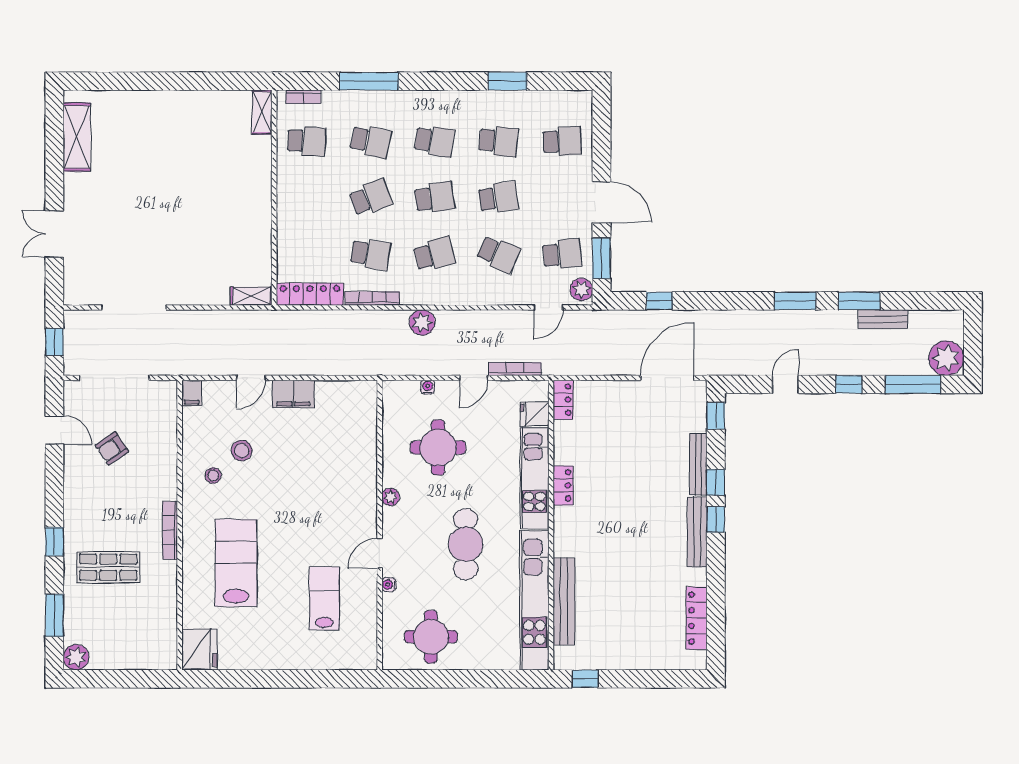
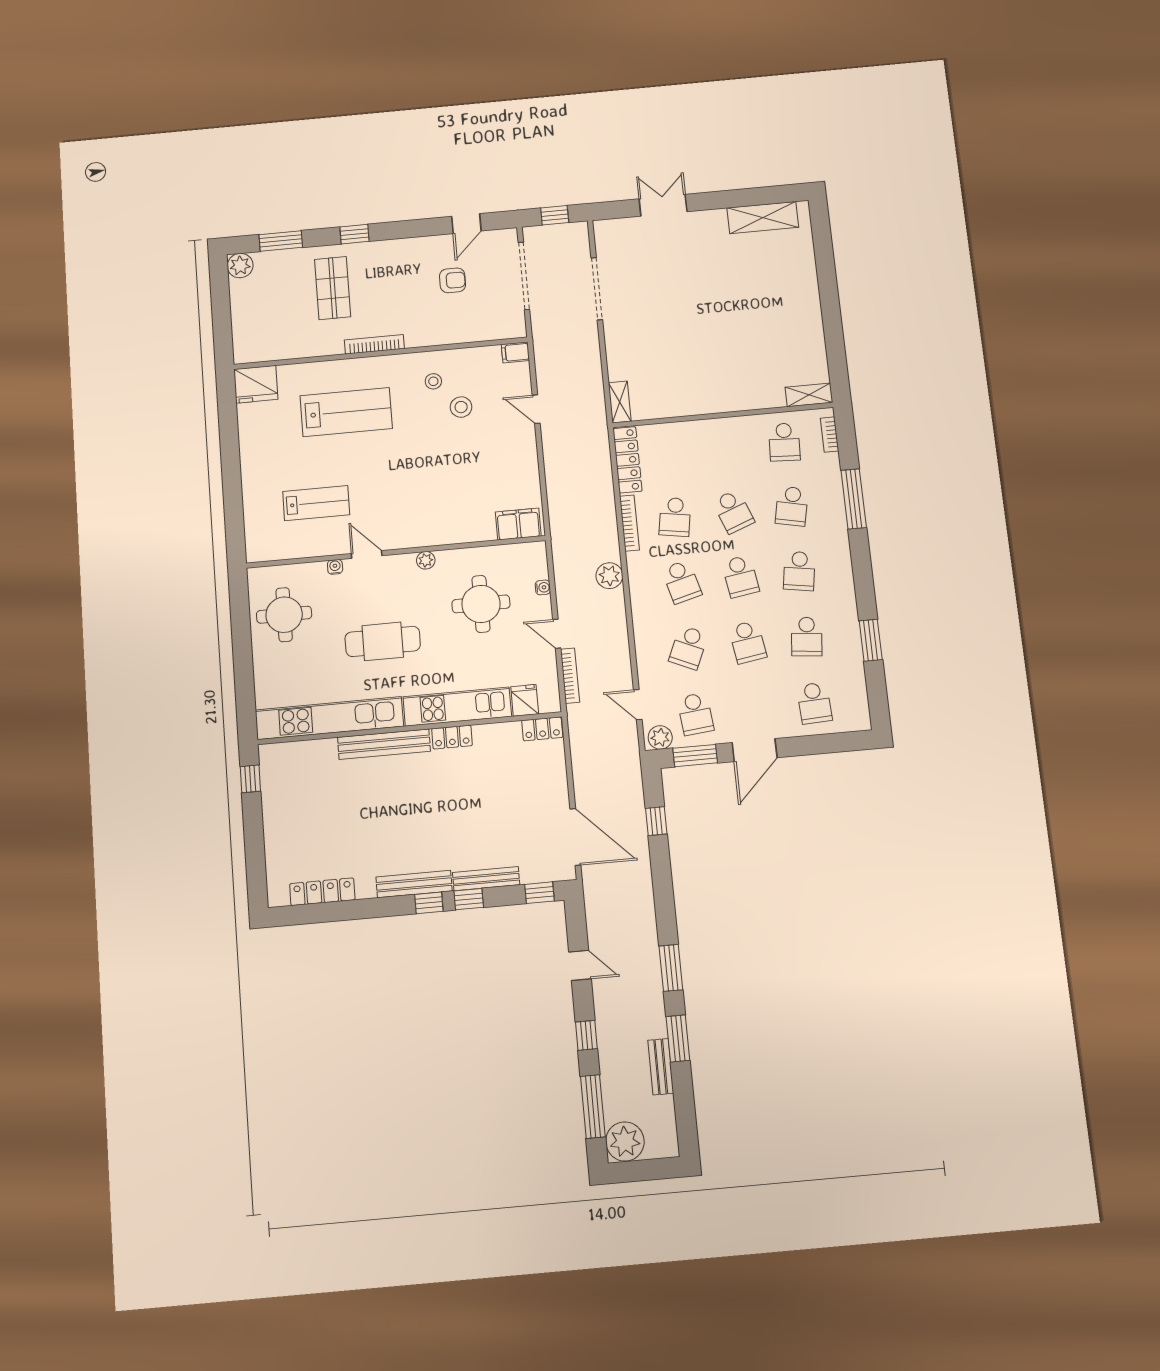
filing cabinet: (293, 394) -> (518, 524), moved, turned 90
armchair: (112, 448) -> (453, 280), turned 124
bench: (564, 601) -> (384, 744), moved

